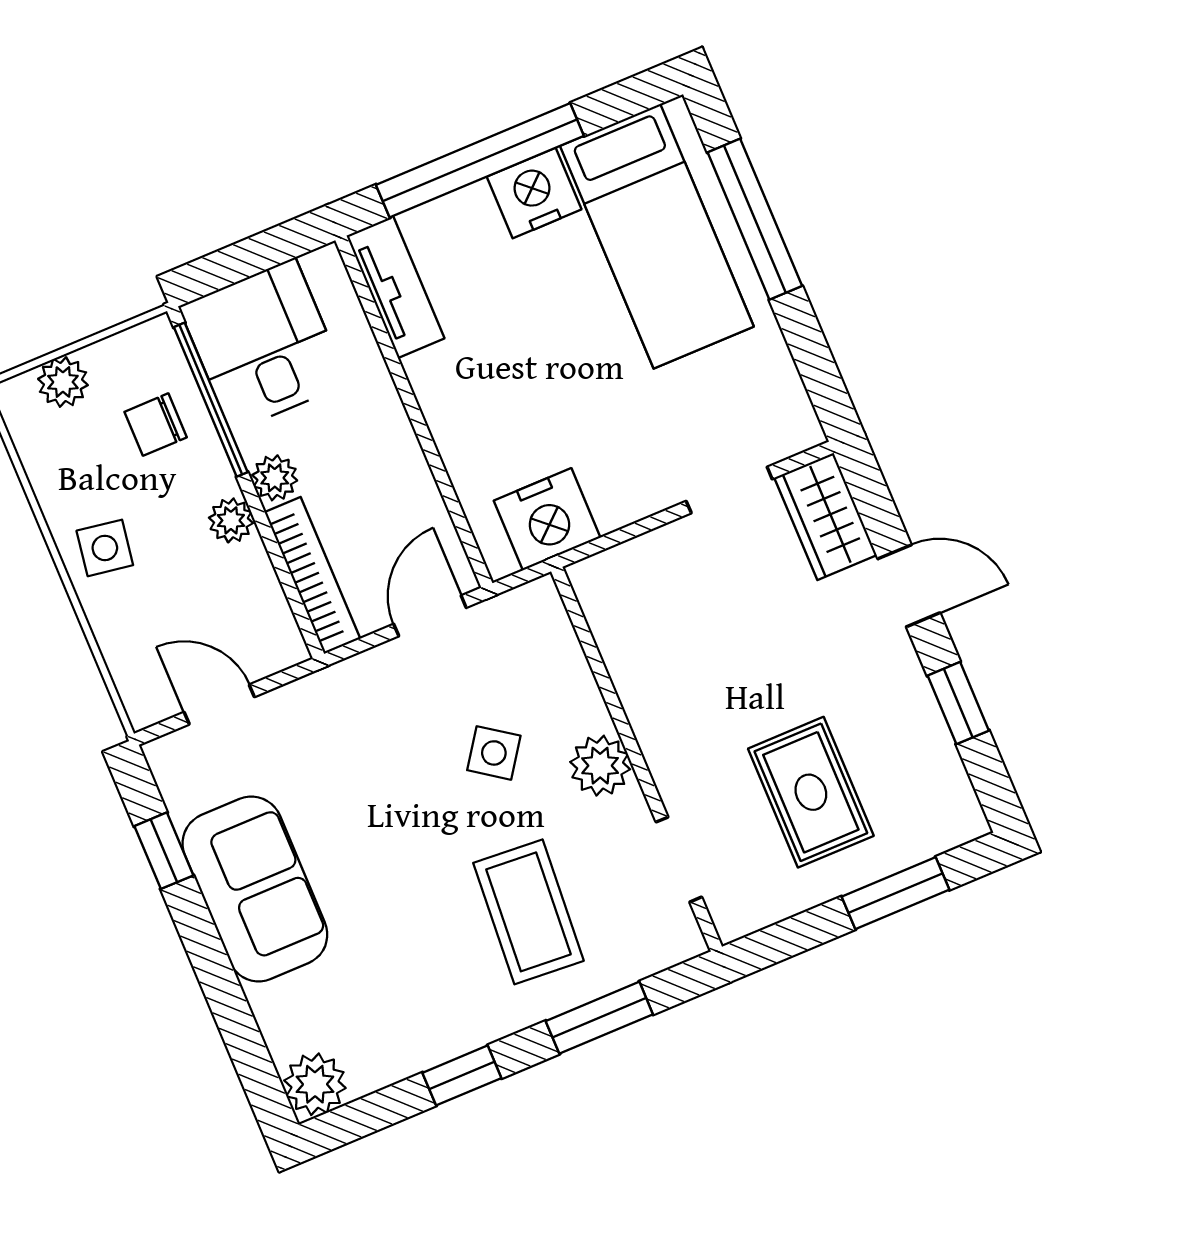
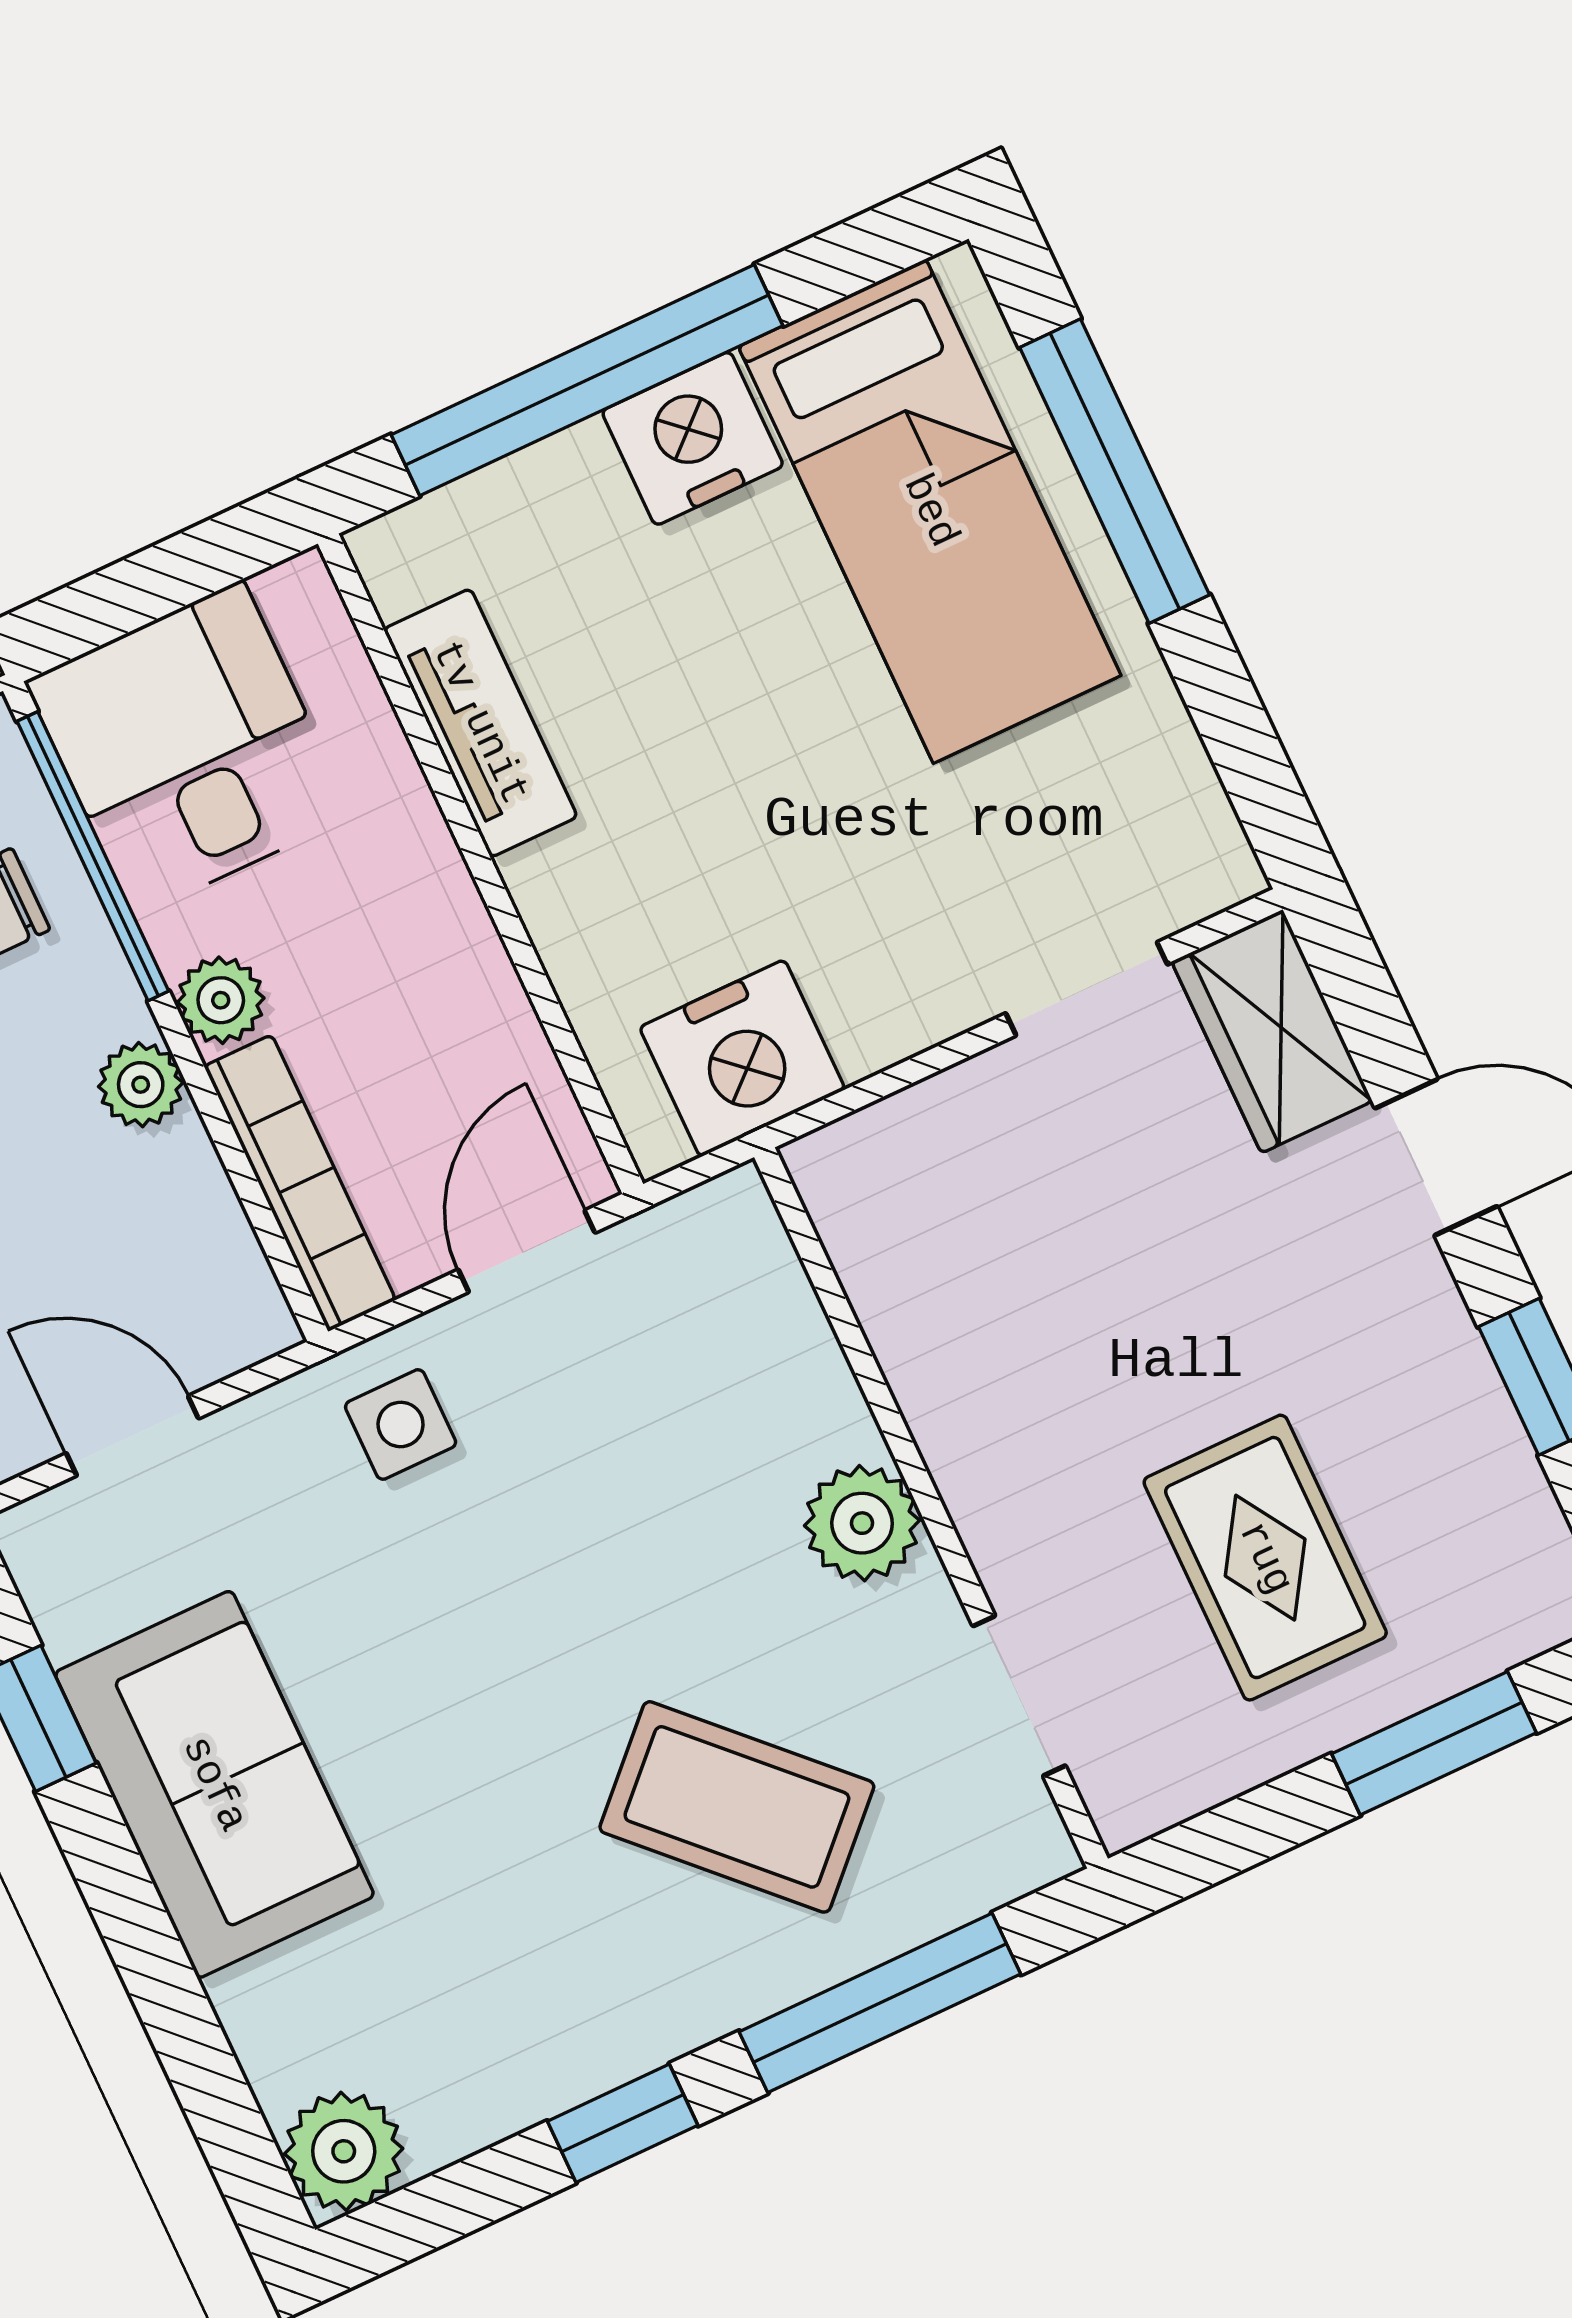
tv unit: (395, 287) -> (480, 723), moved
side table: (494, 753) -> (401, 1424), moved, turned -35
coffee table: (528, 912) -> (737, 1807), turned -49
window: (599, 1018) -> (880, 2003), width x1.44

